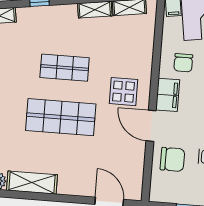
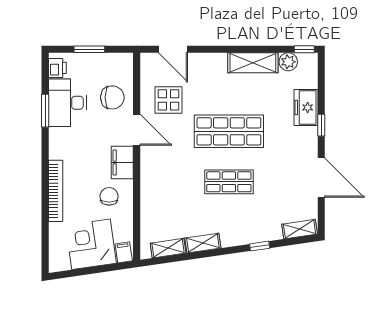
display table: (124, 92) -> (168, 100), moved
chair: (172, 159) -> (112, 97), turned 180

